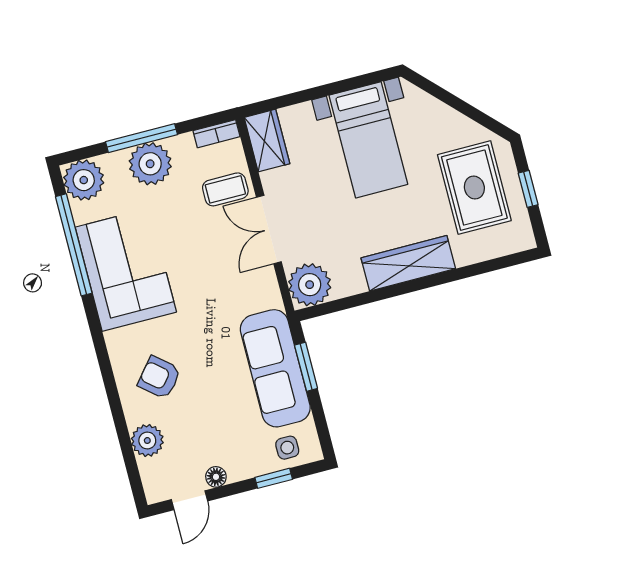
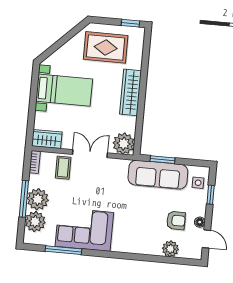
plant: (84, 180) -> (35, 222), moved
window: (528, 189) -> (130, 23), moved
double door: (269, 230) -> (90, 154), swing flipped
window: (74, 245) -> (63, 250), width x0.68
armchair: (159, 377) -> (176, 221), moved, turned -130

